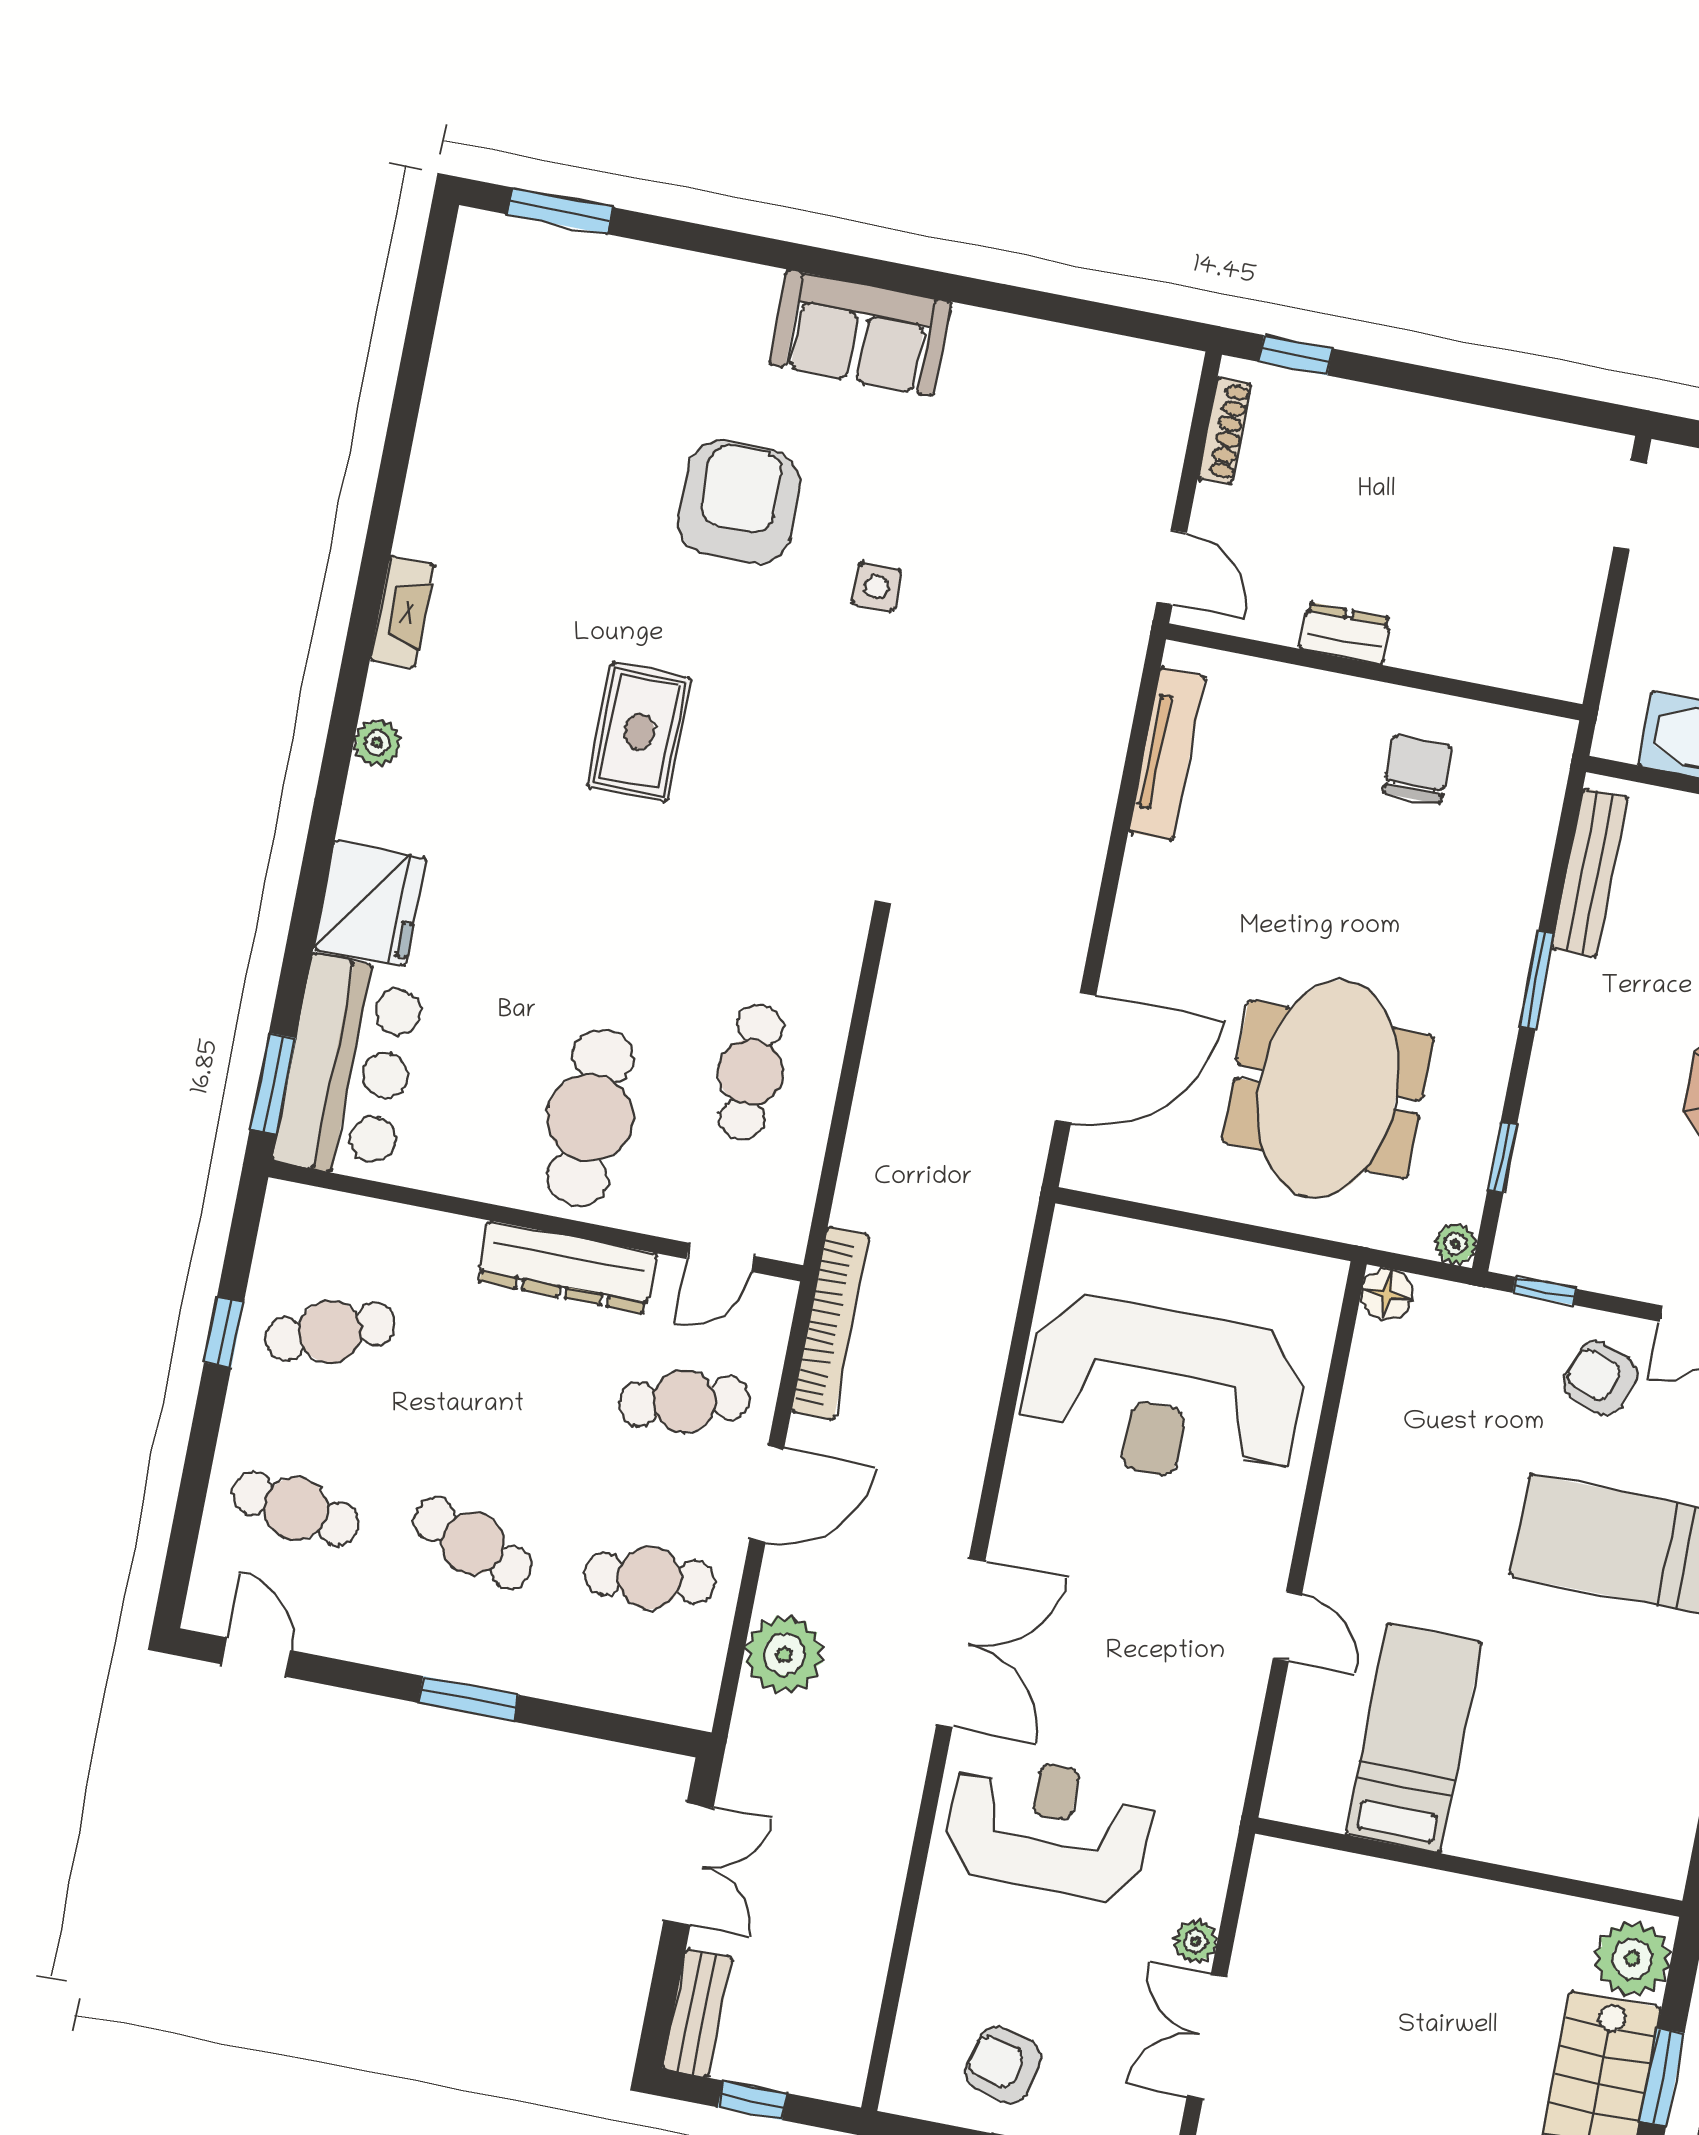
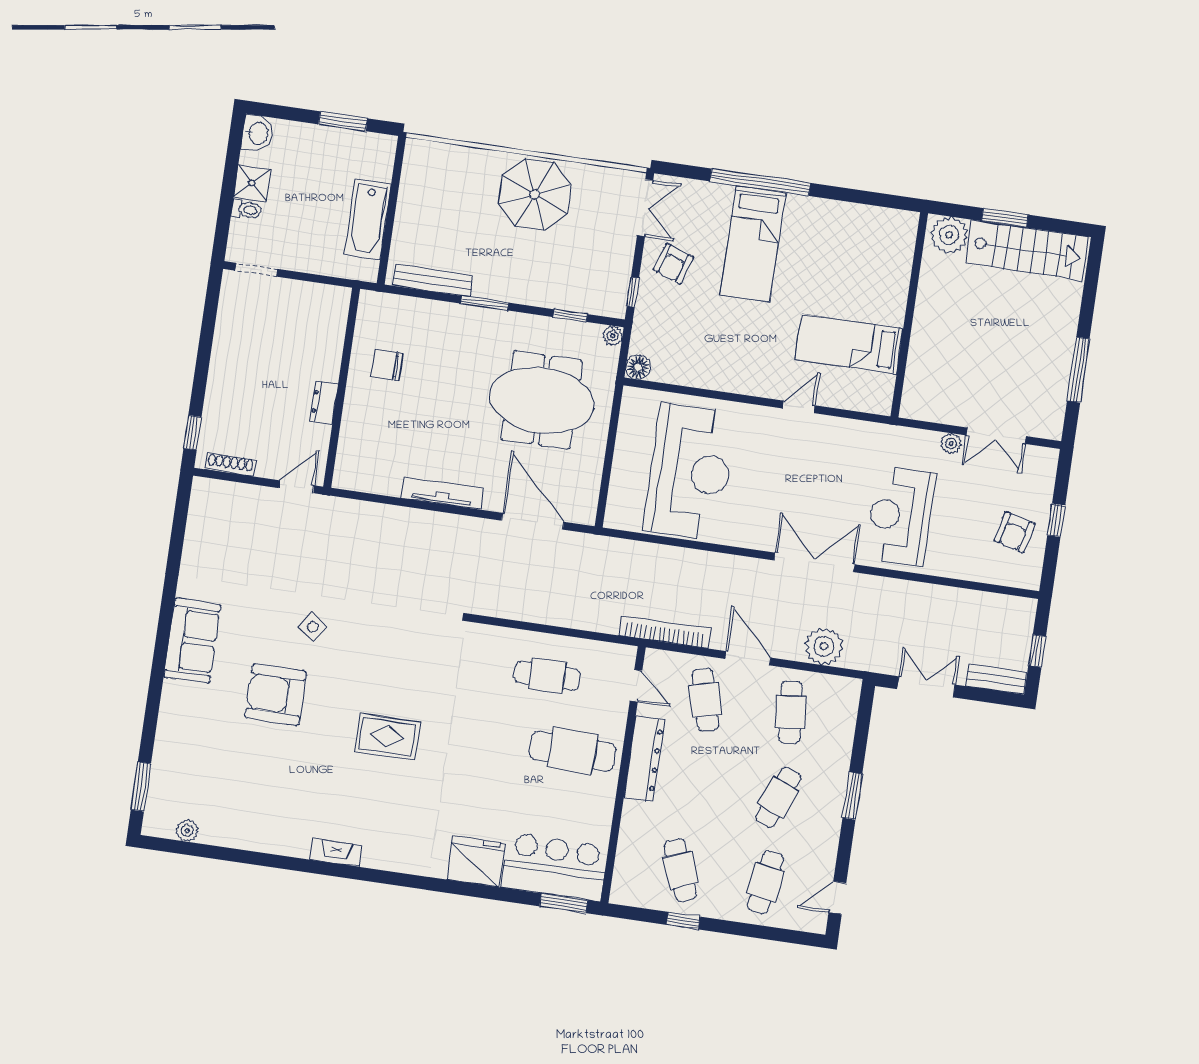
side table: (877, 587) -> (313, 627), turned 35
plant: (377, 743) -> (187, 831), moved
tv unit: (1167, 754) -> (442, 493), moved

